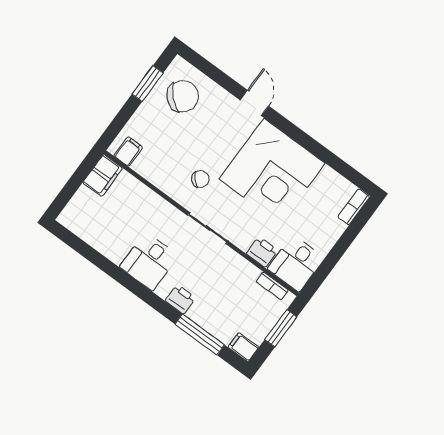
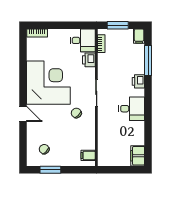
chair: (183, 96) -> (44, 149), width x0.54, depth x0.54
door: (254, 103) -> (23, 114), swing flipped
filing cabinet: (103, 175) -> (138, 156), moved, turned -90

